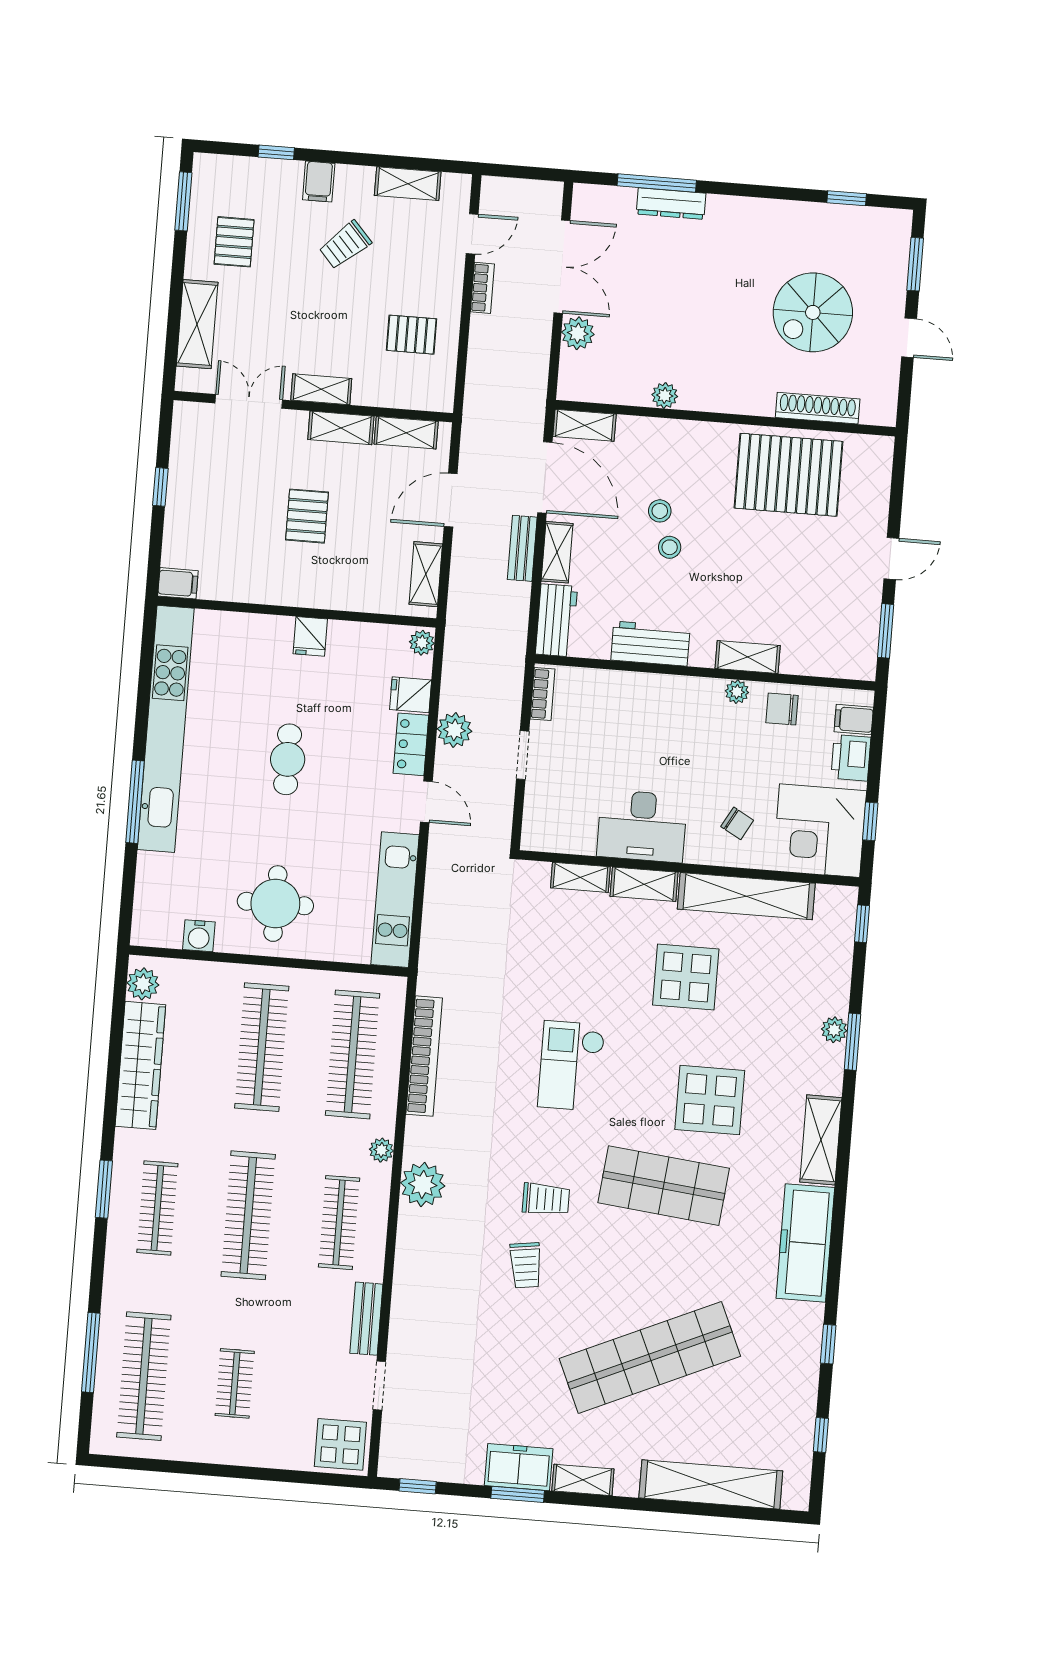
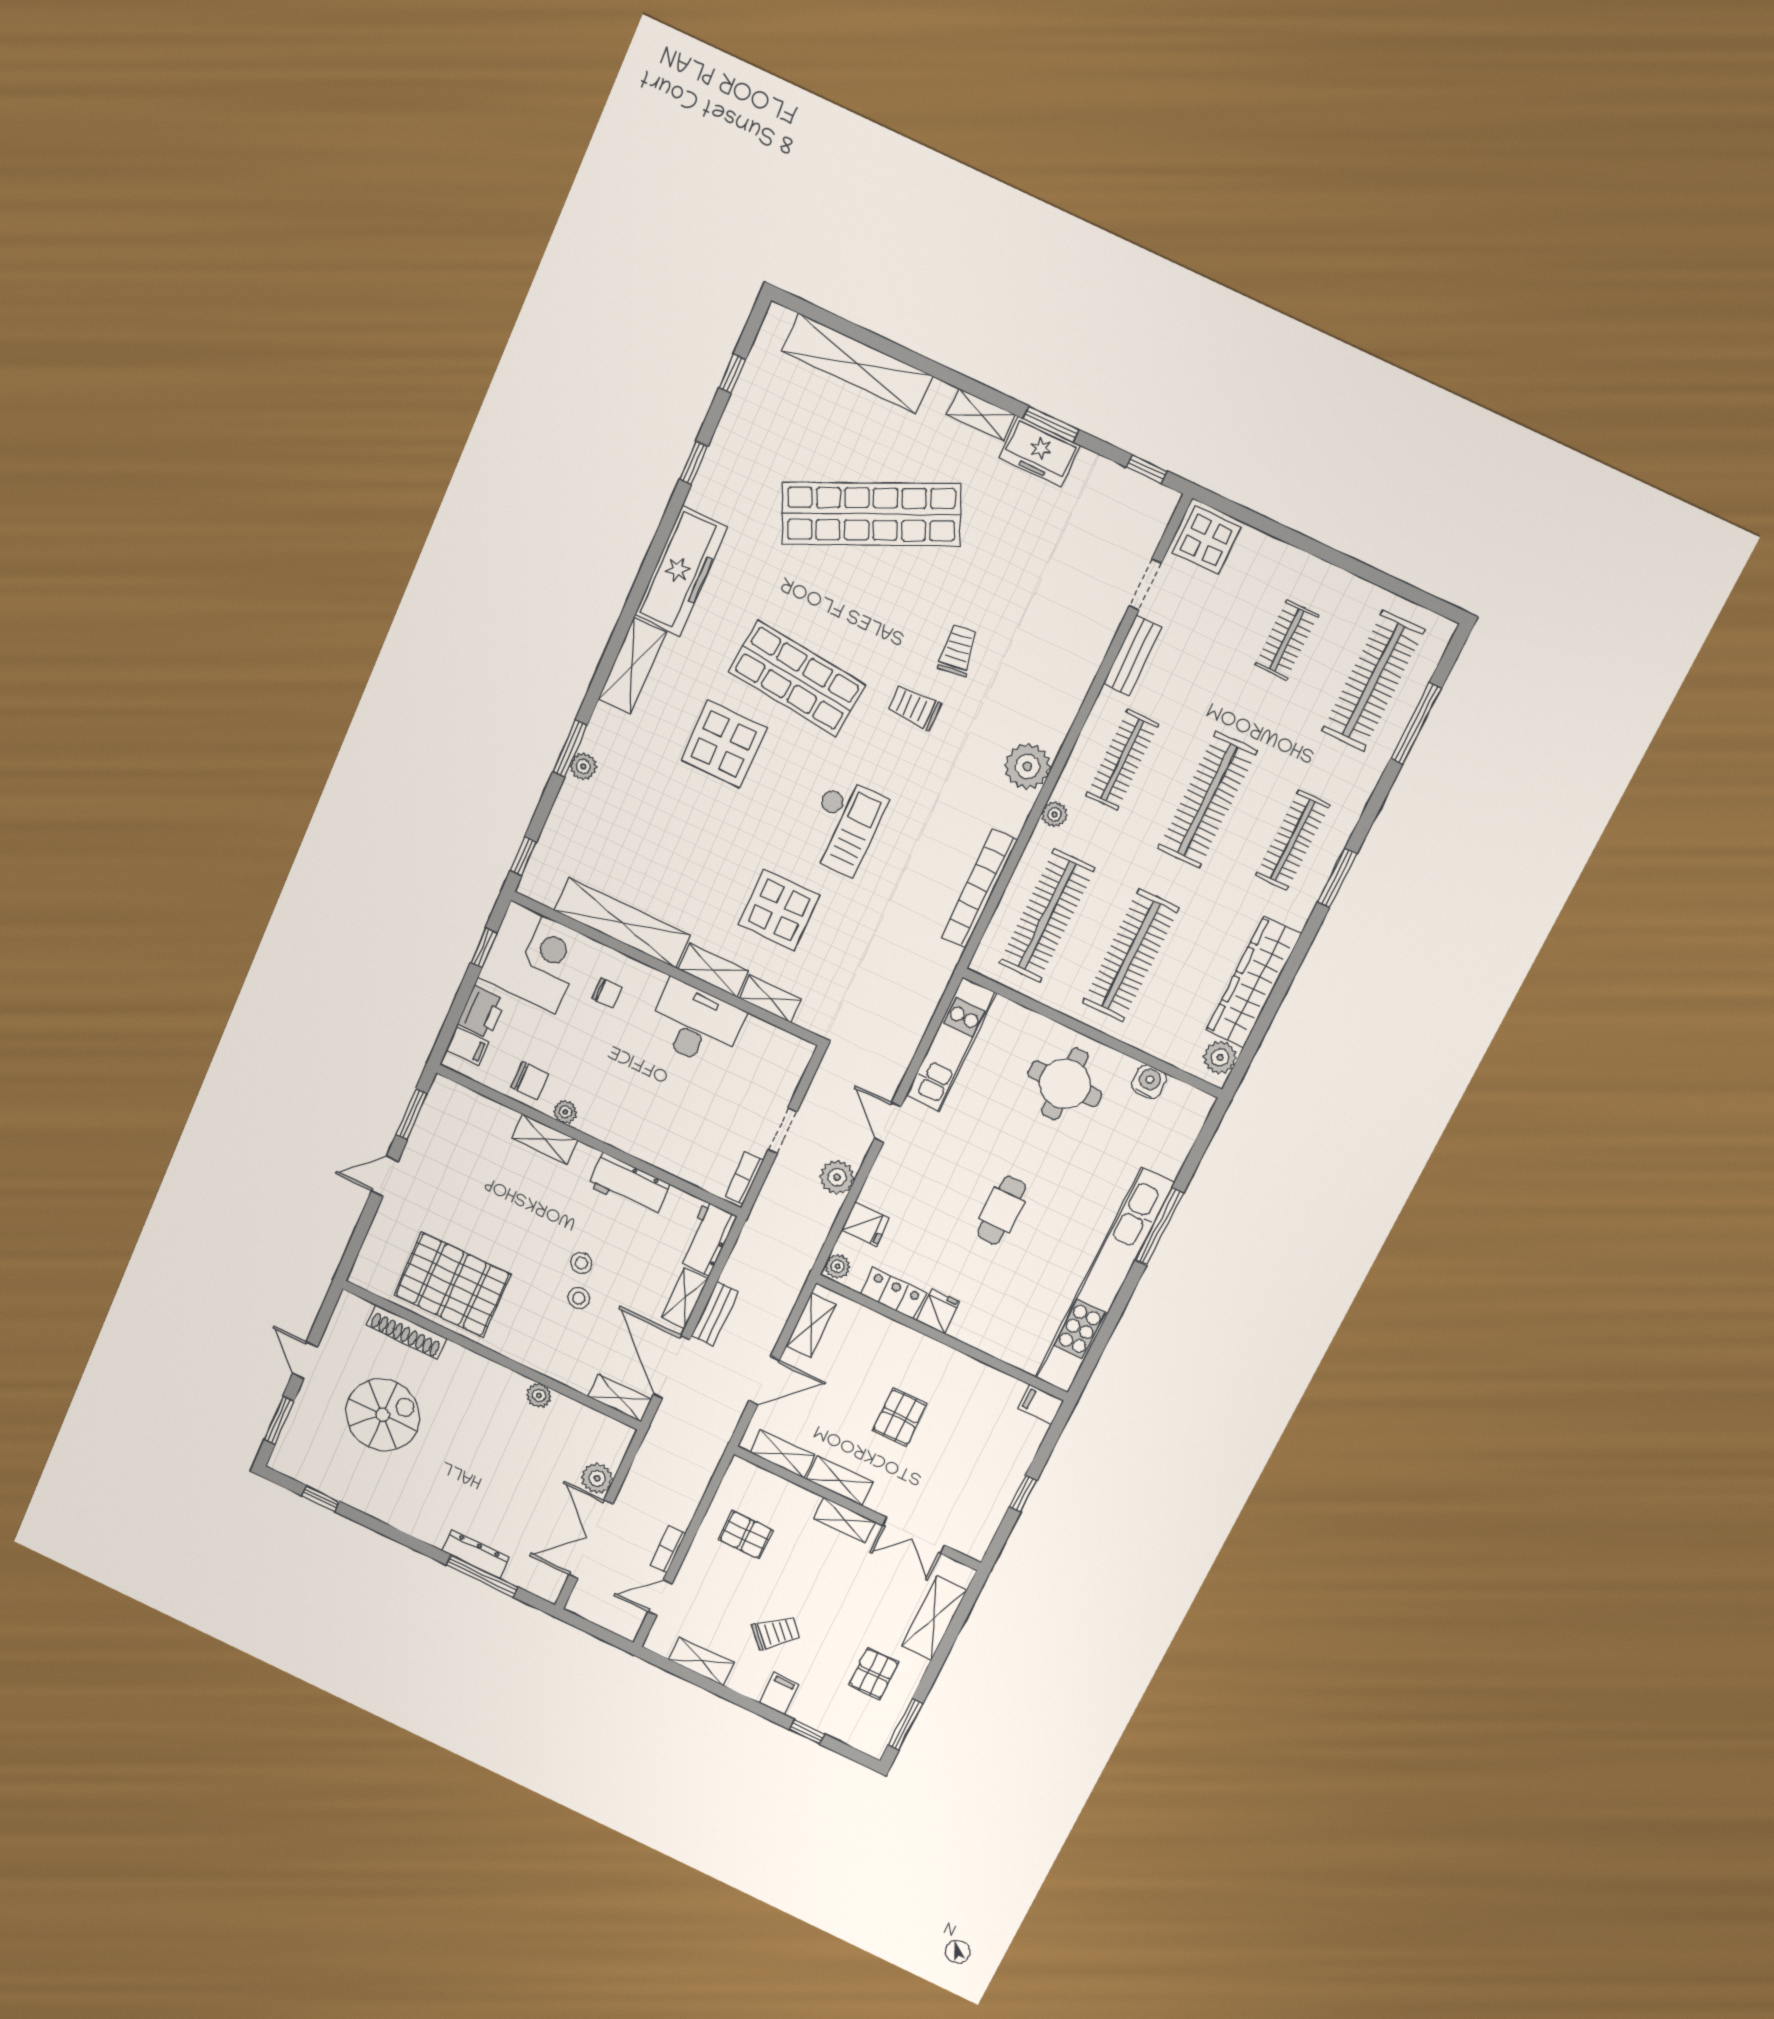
locker: (411, 744) -> (893, 1294), moved, turned -90
chair: (737, 823) -> (607, 993), turned 151
display table: (686, 977) -> (779, 910), moved

